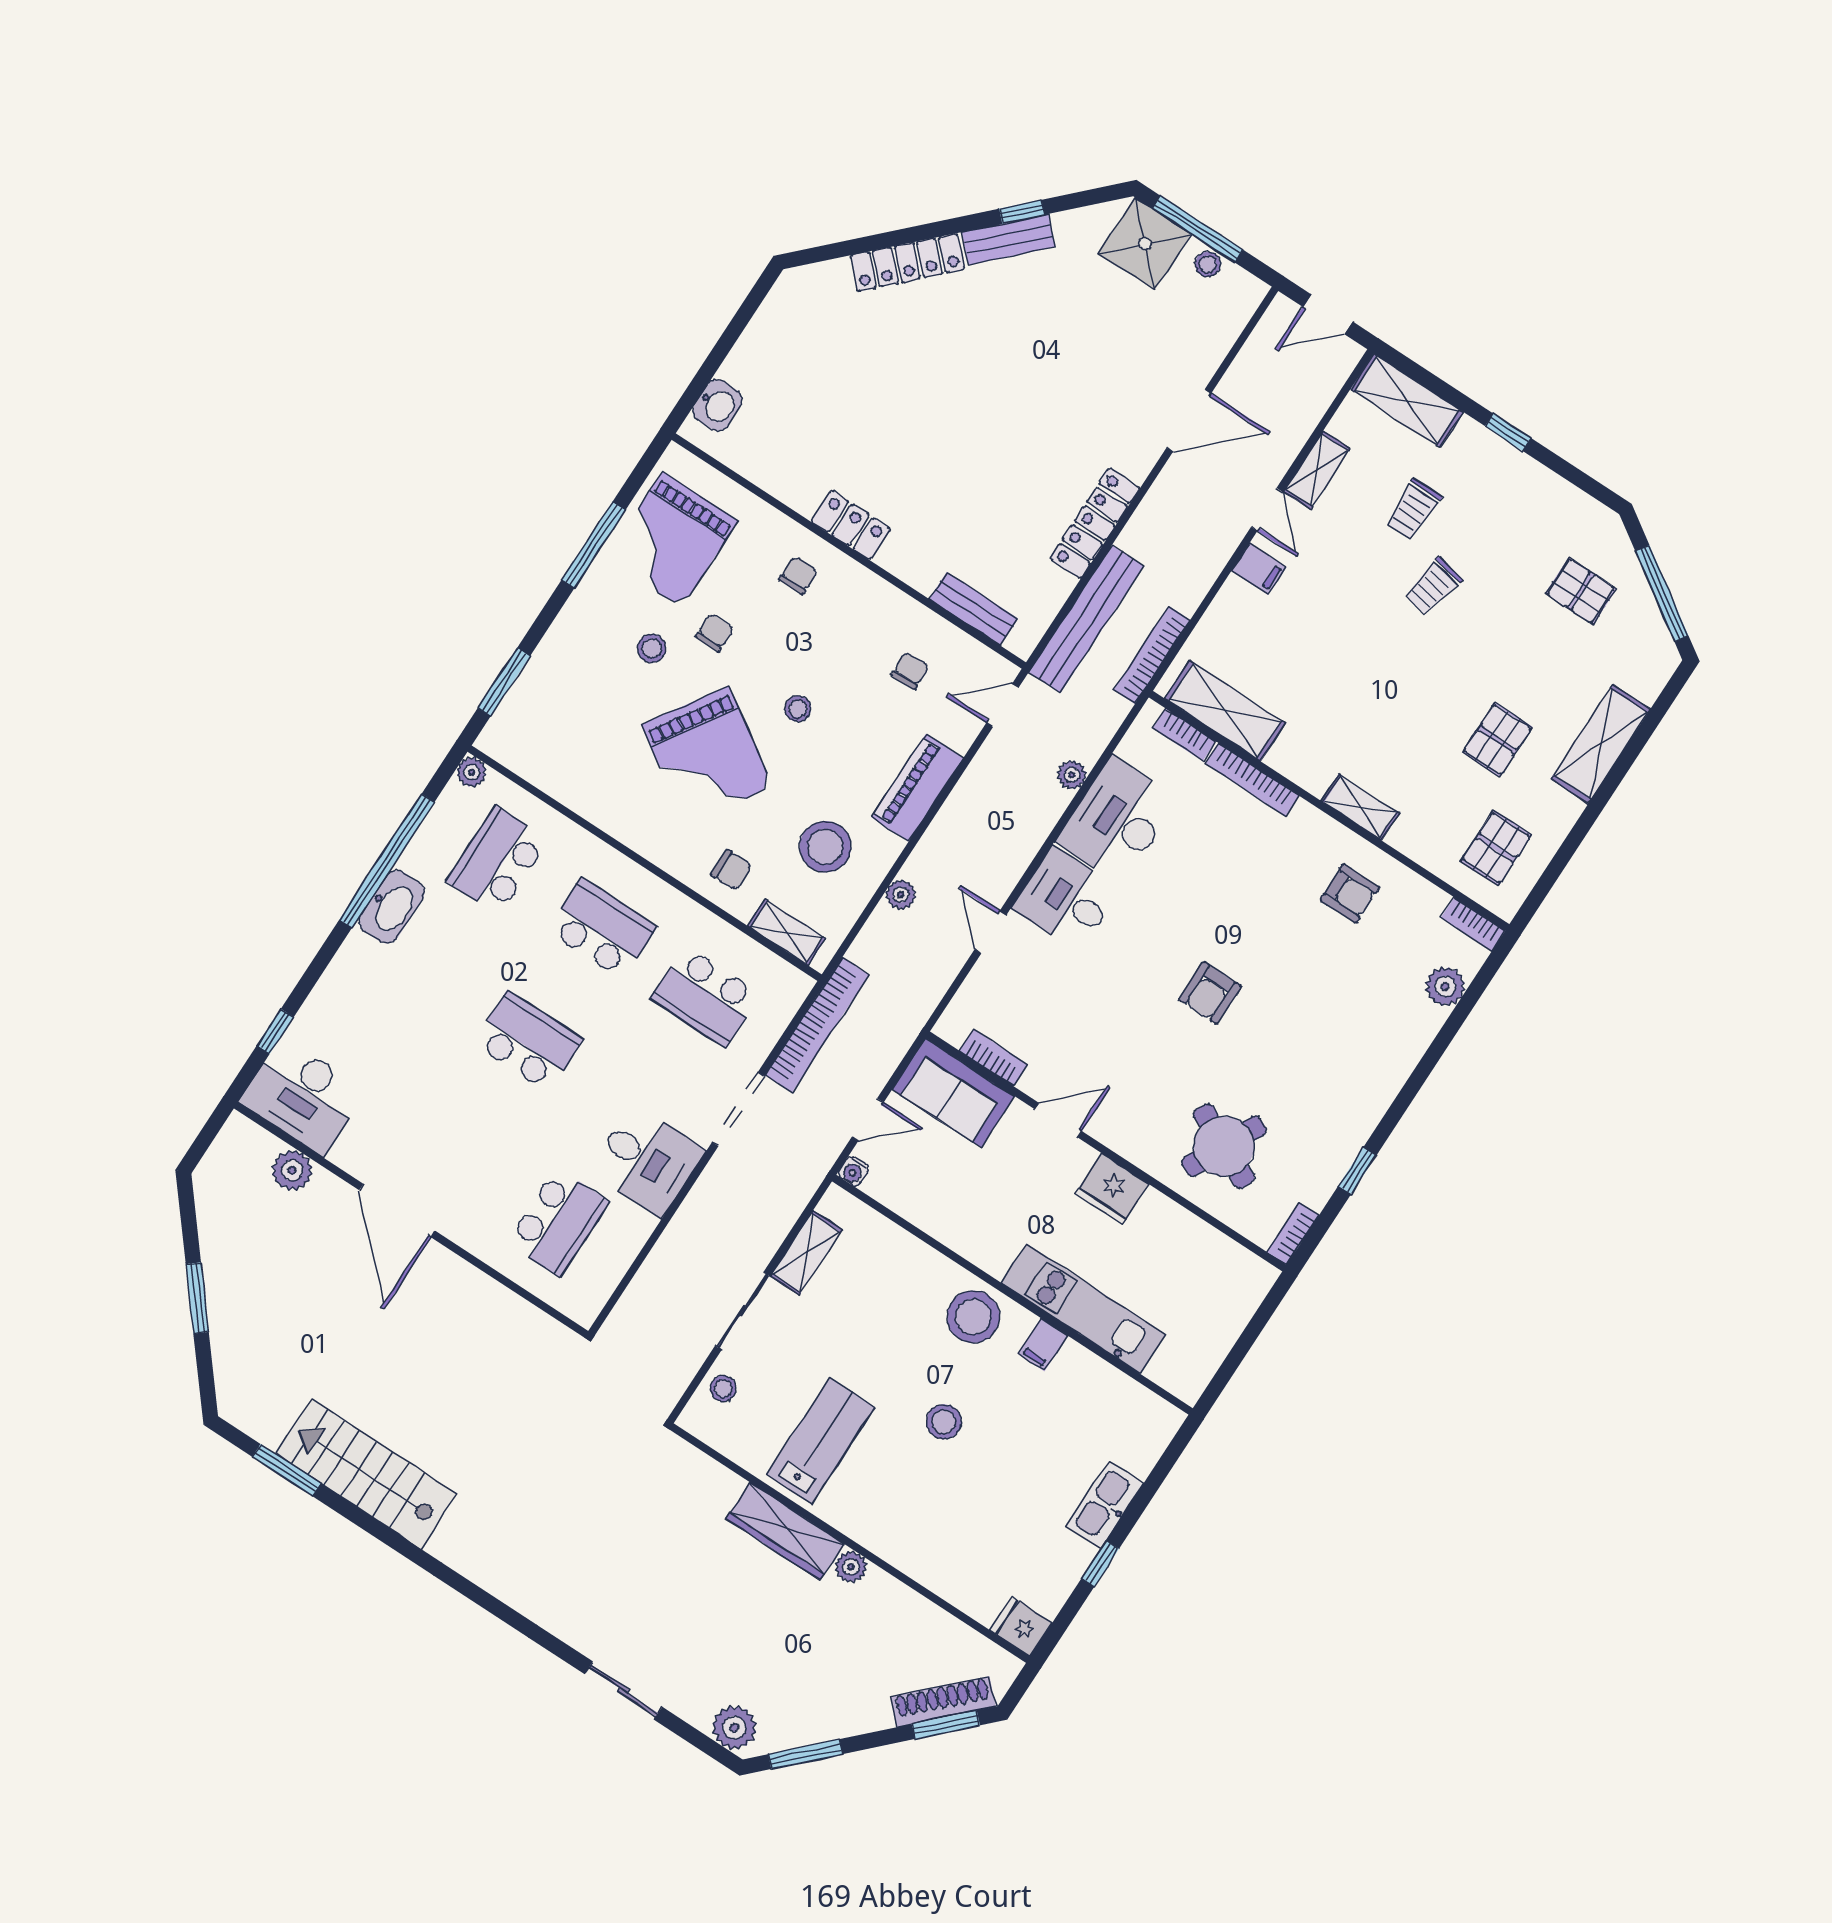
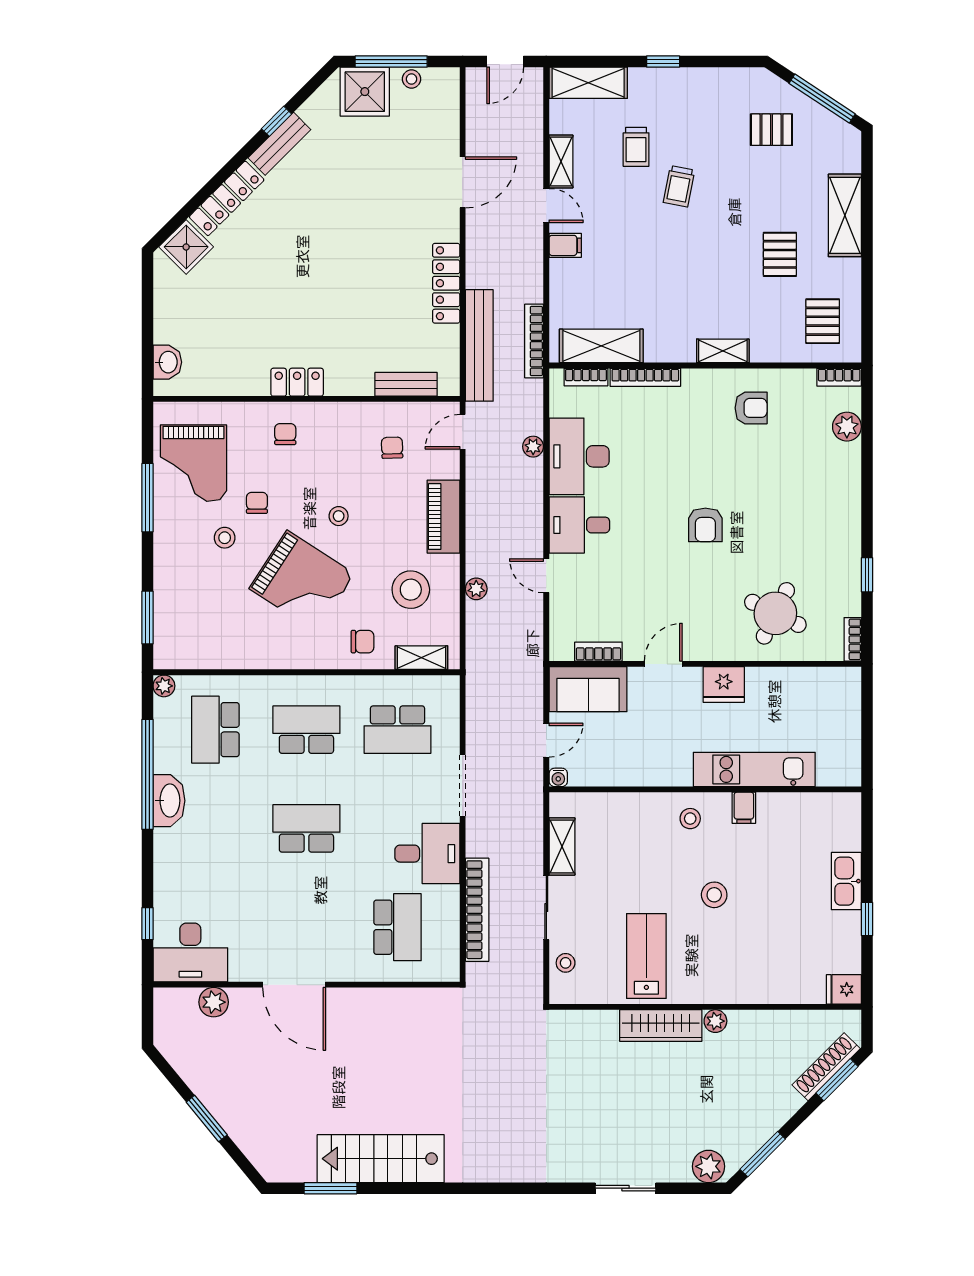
shower: (825, 288) -> (186, 247), added
bookcase: (817, 1025) -> (477, 910), moved
stool: (973, 1317) -> (690, 819), width x0.53, depth x0.53

